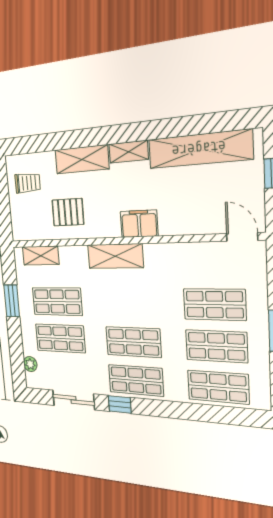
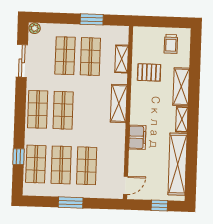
pallet: (68, 212) -> (149, 72), turned 90
filing cabinet: (139, 224) -> (137, 137), moved
shelving: (41, 256) -> (122, 59), moved
plant: (30, 364) -> (35, 28), moved
window: (120, 404) -> (19, 157), moved

